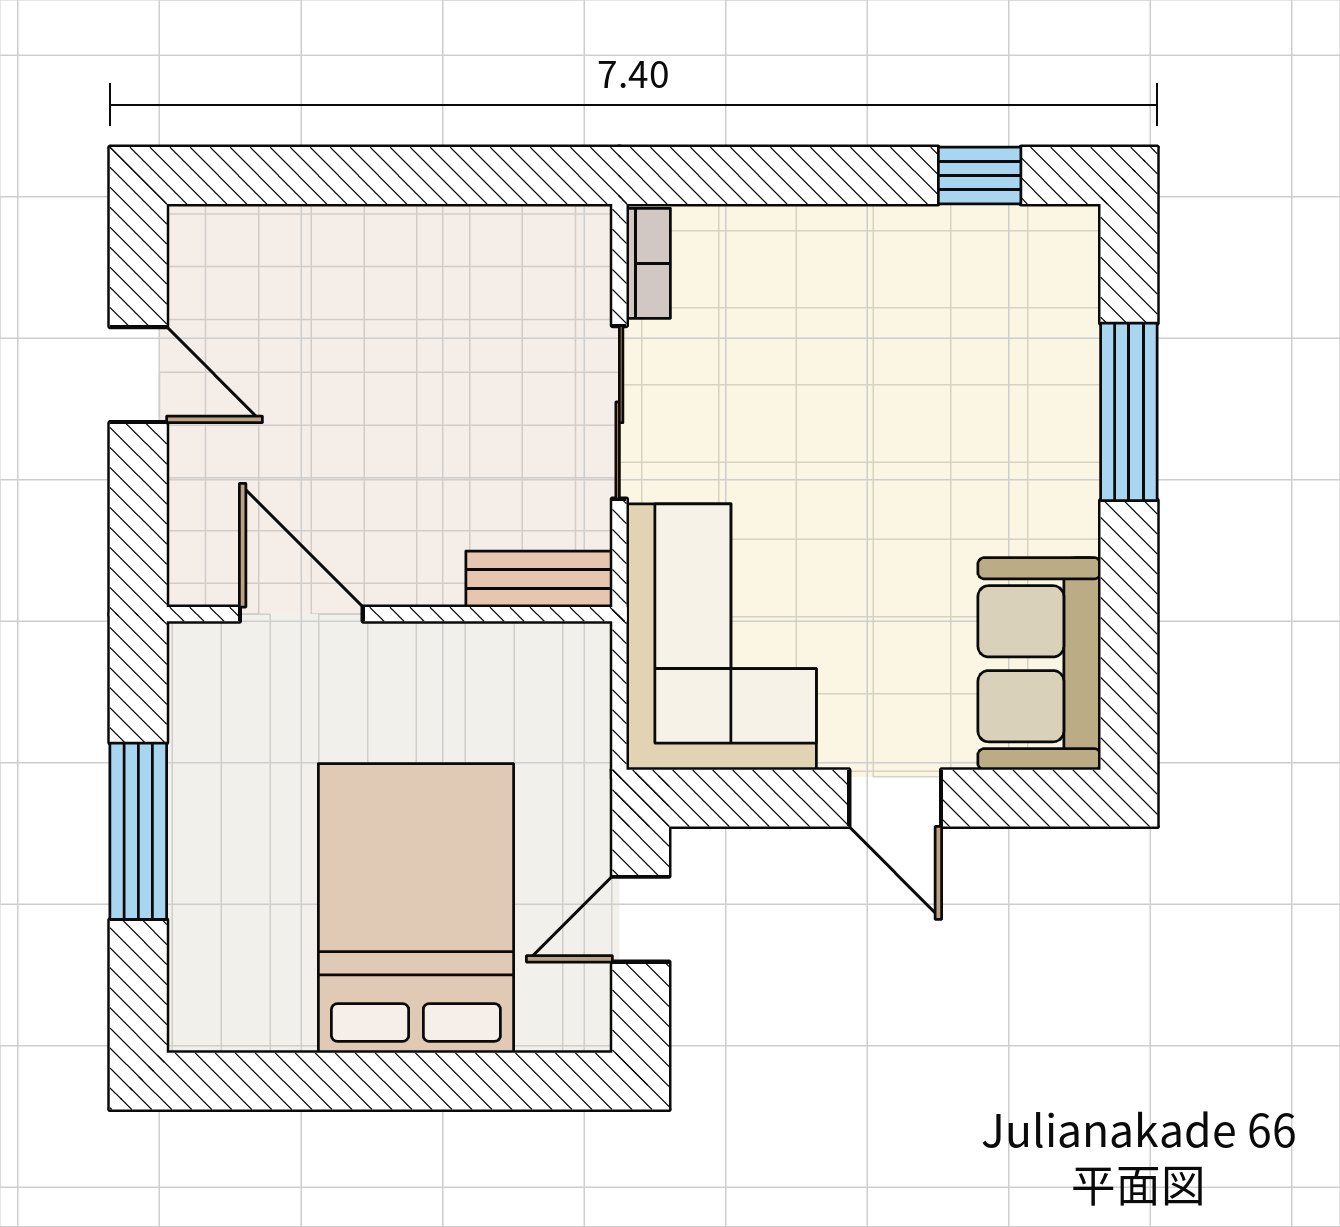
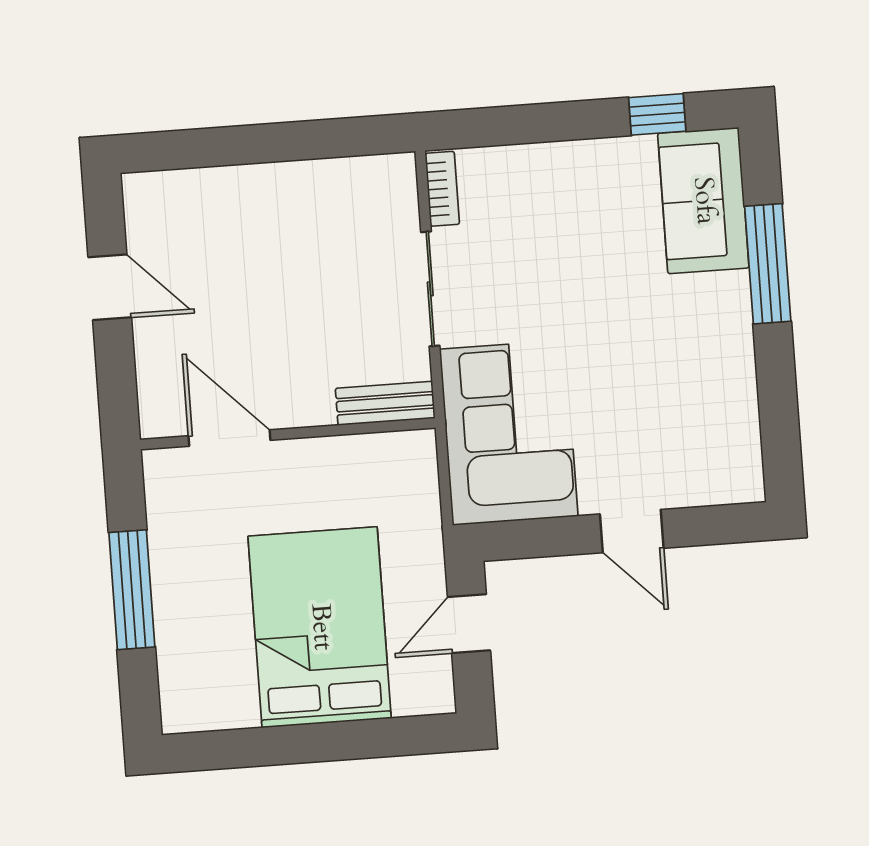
sofa: (1039, 664) -> (703, 201), moved

